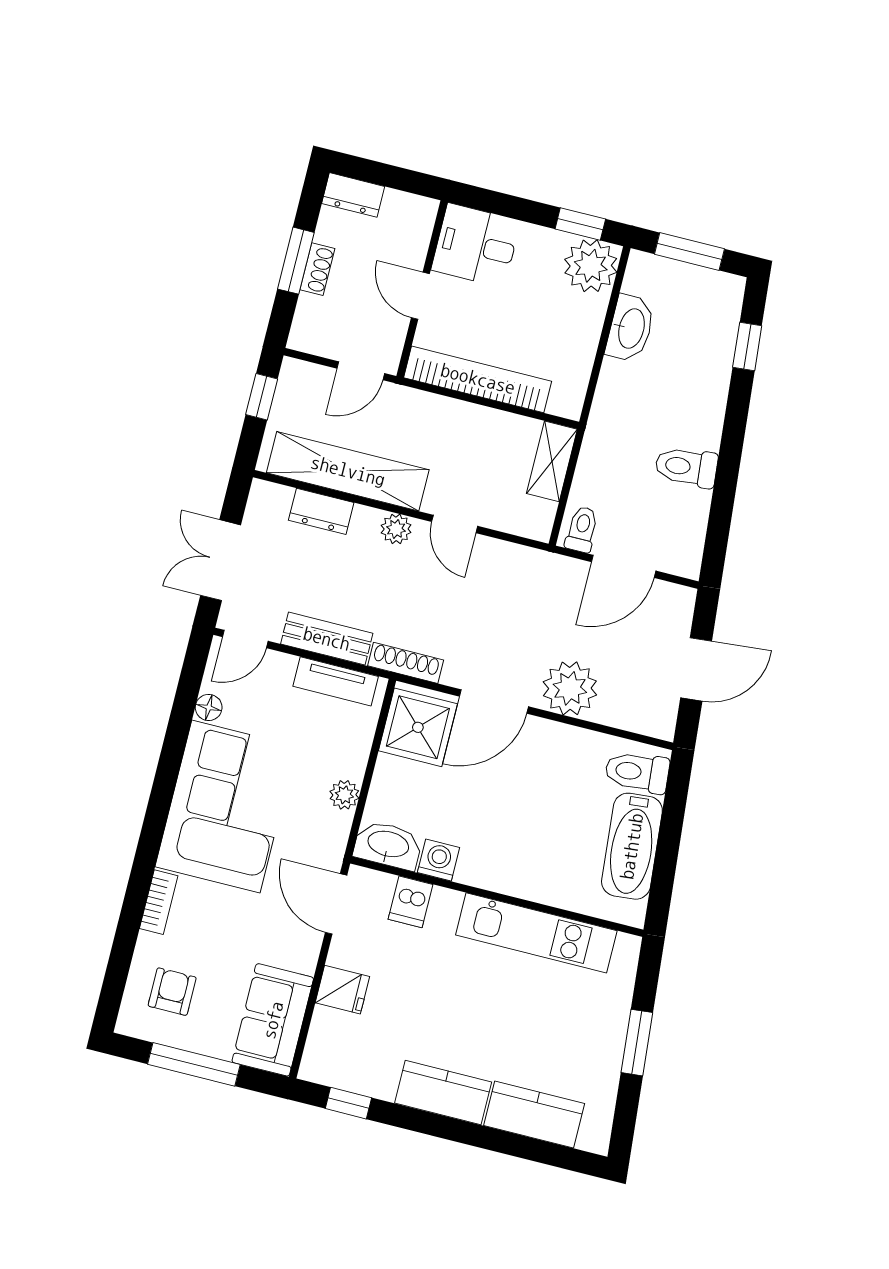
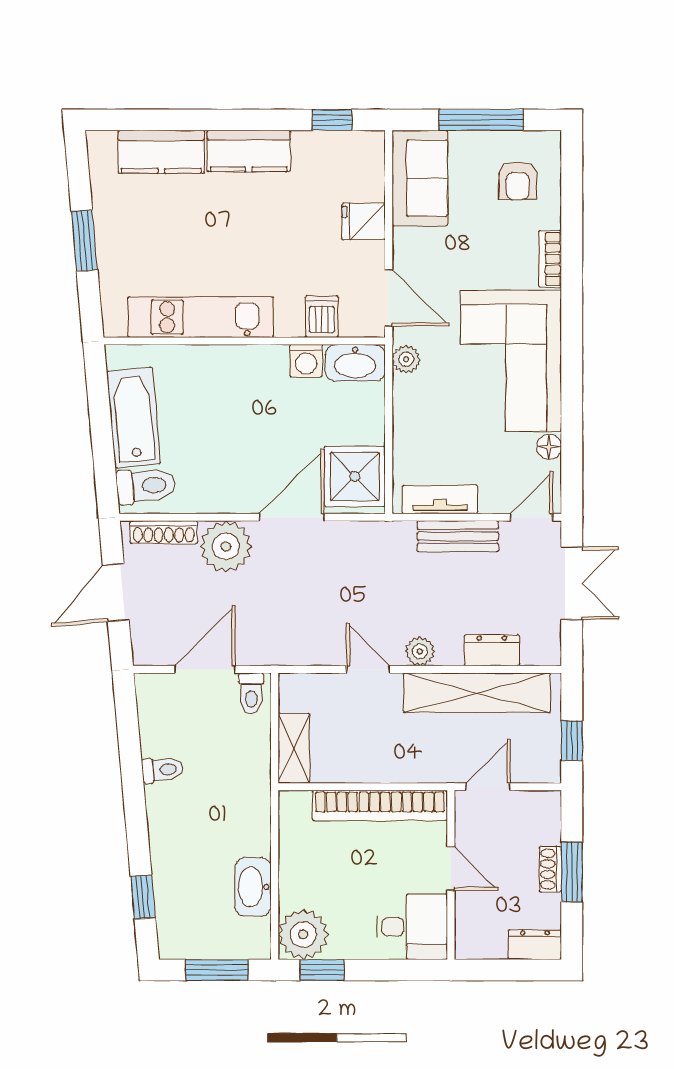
toilet: (686, 467) -> (162, 770), width x0.73, depth x0.72
shoe rack: (406, 663) -> (164, 532), moved
plant: (344, 795) -> (406, 359), moved

